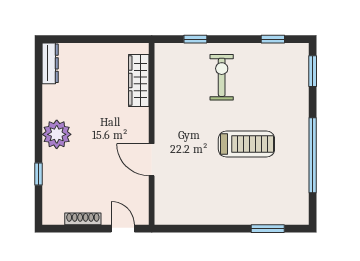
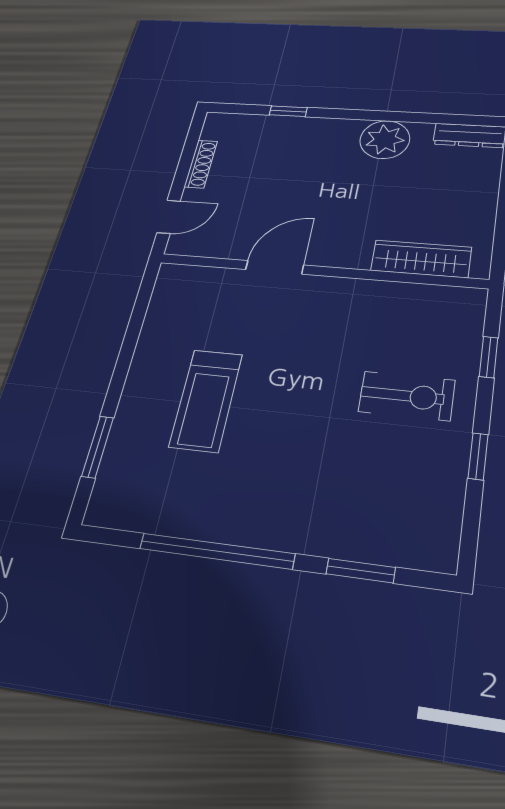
window: (273, 39) -> (478, 456), moved
window: (313, 71) -> (361, 571), moved
plant: (57, 134) -> (385, 140), moved
treadmill: (246, 144) -> (206, 400), moved

